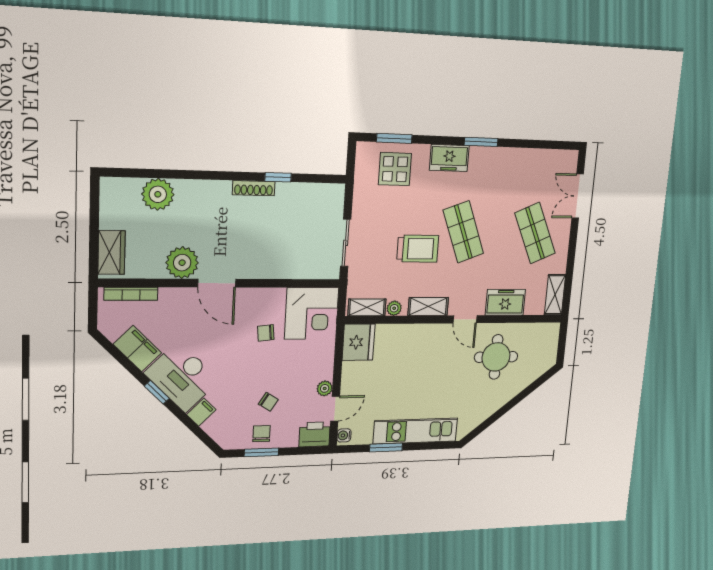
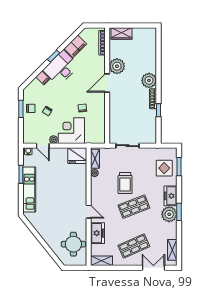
plant: (484, 162) -> (169, 214), added
plant: (158, 194) -> (149, 80), moved
shelving: (428, 306) -> (172, 250), moved
corner desk: (312, 313) -> (71, 131), moved, turned 90
door: (465, 319) -> (89, 212), swing flipped
round table: (496, 357) -> (73, 244), moved
printer: (315, 434) -> (29, 136), removed

